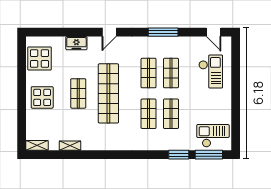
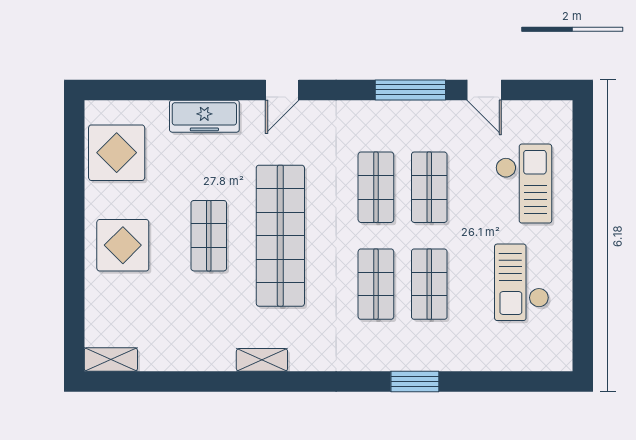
door: (214, 32) -> (484, 90), moved
freezer: (76, 43) -> (204, 116), width x1.40
checkout: (213, 136) -> (522, 282), moved, turned -90
shelving: (70, 146) -> (262, 360), moved
window: (179, 155) -> (415, 381), moved
window: (209, 155) -> (519, 381), removed

